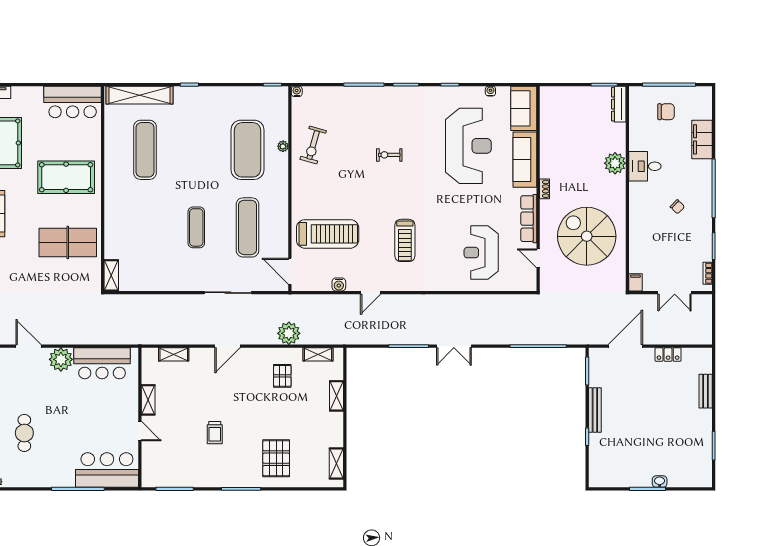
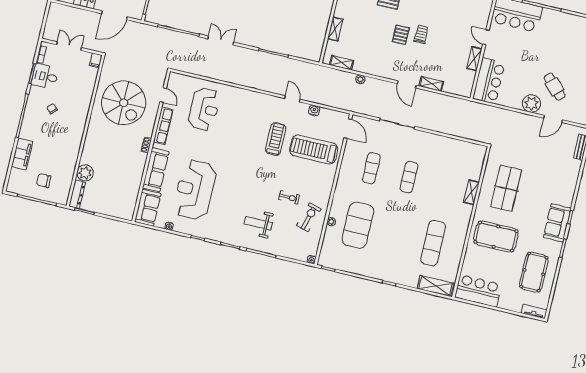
shelving: (139, 95) -> (436, 286), width x0.68
weight bench: (377, 122) -> (258, 223), added
exercise bike: (389, 155) -> (289, 197), moved
plant: (615, 163) -> (85, 173), moved
desk: (645, 166) -> (45, 76), moved, turned 180
exercise mat: (248, 227) -> (371, 168), width x0.73, depth x0.69
treadmill: (405, 240) -> (276, 139), moved
table tennis table: (68, 243) -> (506, 188), turned 90
shelving: (111, 275) -> (471, 192), moved
door: (371, 293) -> (292, 99), hinge flipped
plant: (289, 333) -> (360, 79), width x0.53, depth x0.53
door: (28, 346) -> (553, 119), hinge flipped
door: (227, 346) -> (407, 84), swing flipped
double door: (454, 346) -> (221, 40), moved
shelving: (174, 354) -> (431, 84), moved
bar counter: (102, 363) -> (489, 81), moved, turned 90
pallet: (282, 376) -> (401, 35), moved
cafe table: (24, 433) -> (555, 87), moved, turned -44
trolley: (215, 433) -> (421, 34), moved

